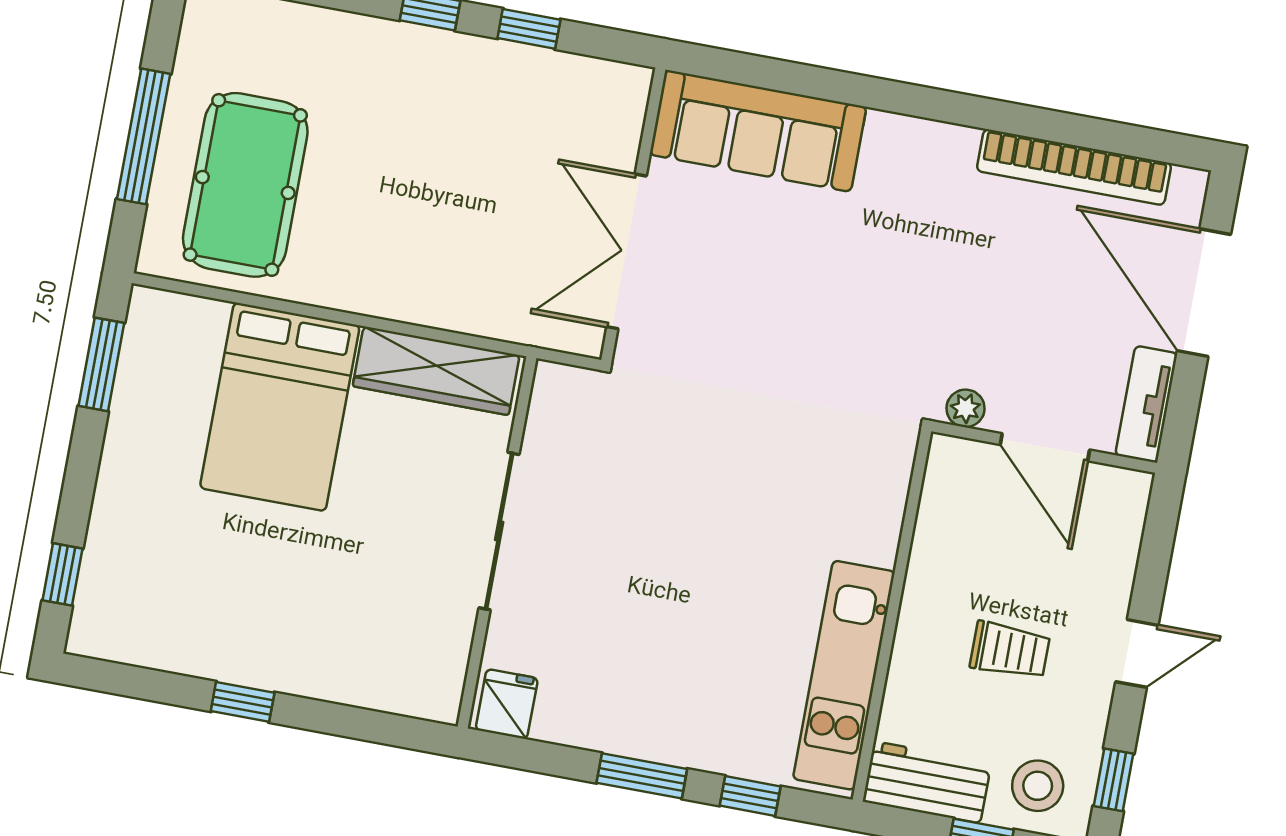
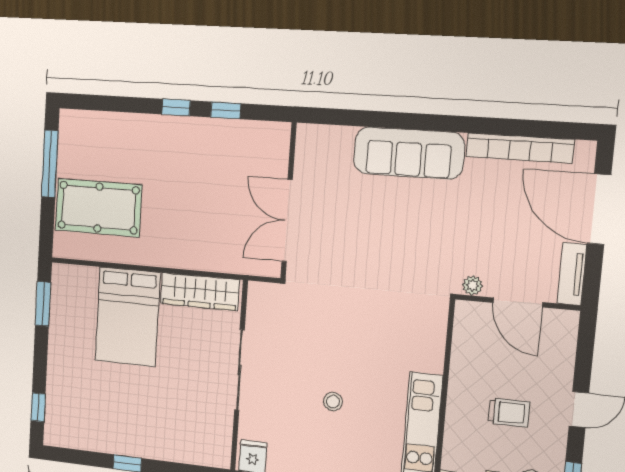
sofa: (758, 131) -> (409, 153), moved
window: (144, 136) -> (50, 164), moved
pool table: (245, 185) -> (98, 208), turned 90
stool: (679, 606) -> (333, 402), added

